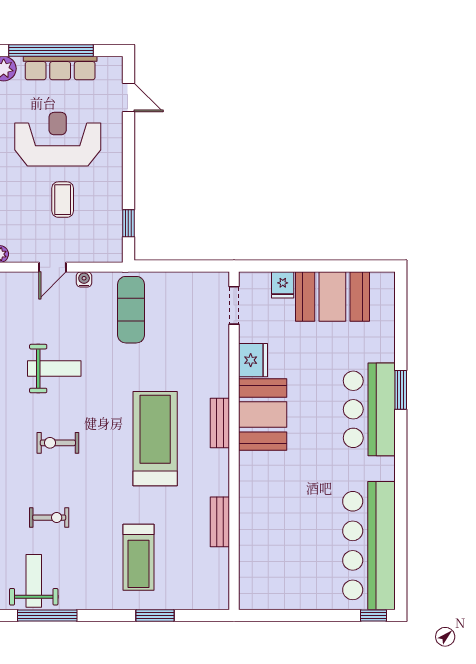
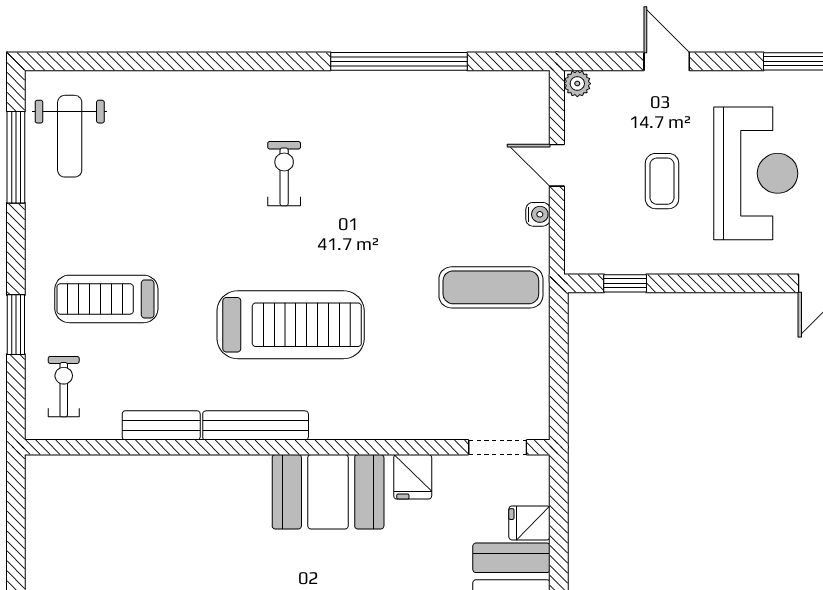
coffee table: (63, 200) -> (662, 181), turned 90
fridge: (253, 360) -> (413, 477), width x0.72
weight bench: (54, 369) -> (400, 168), removed
bench: (220, 423) -> (256, 425), moved, width x1.36
exercise bike: (49, 518) -> (64, 387), moved, turned 180
weight bench: (34, 581) -> (70, 136), turned 90

